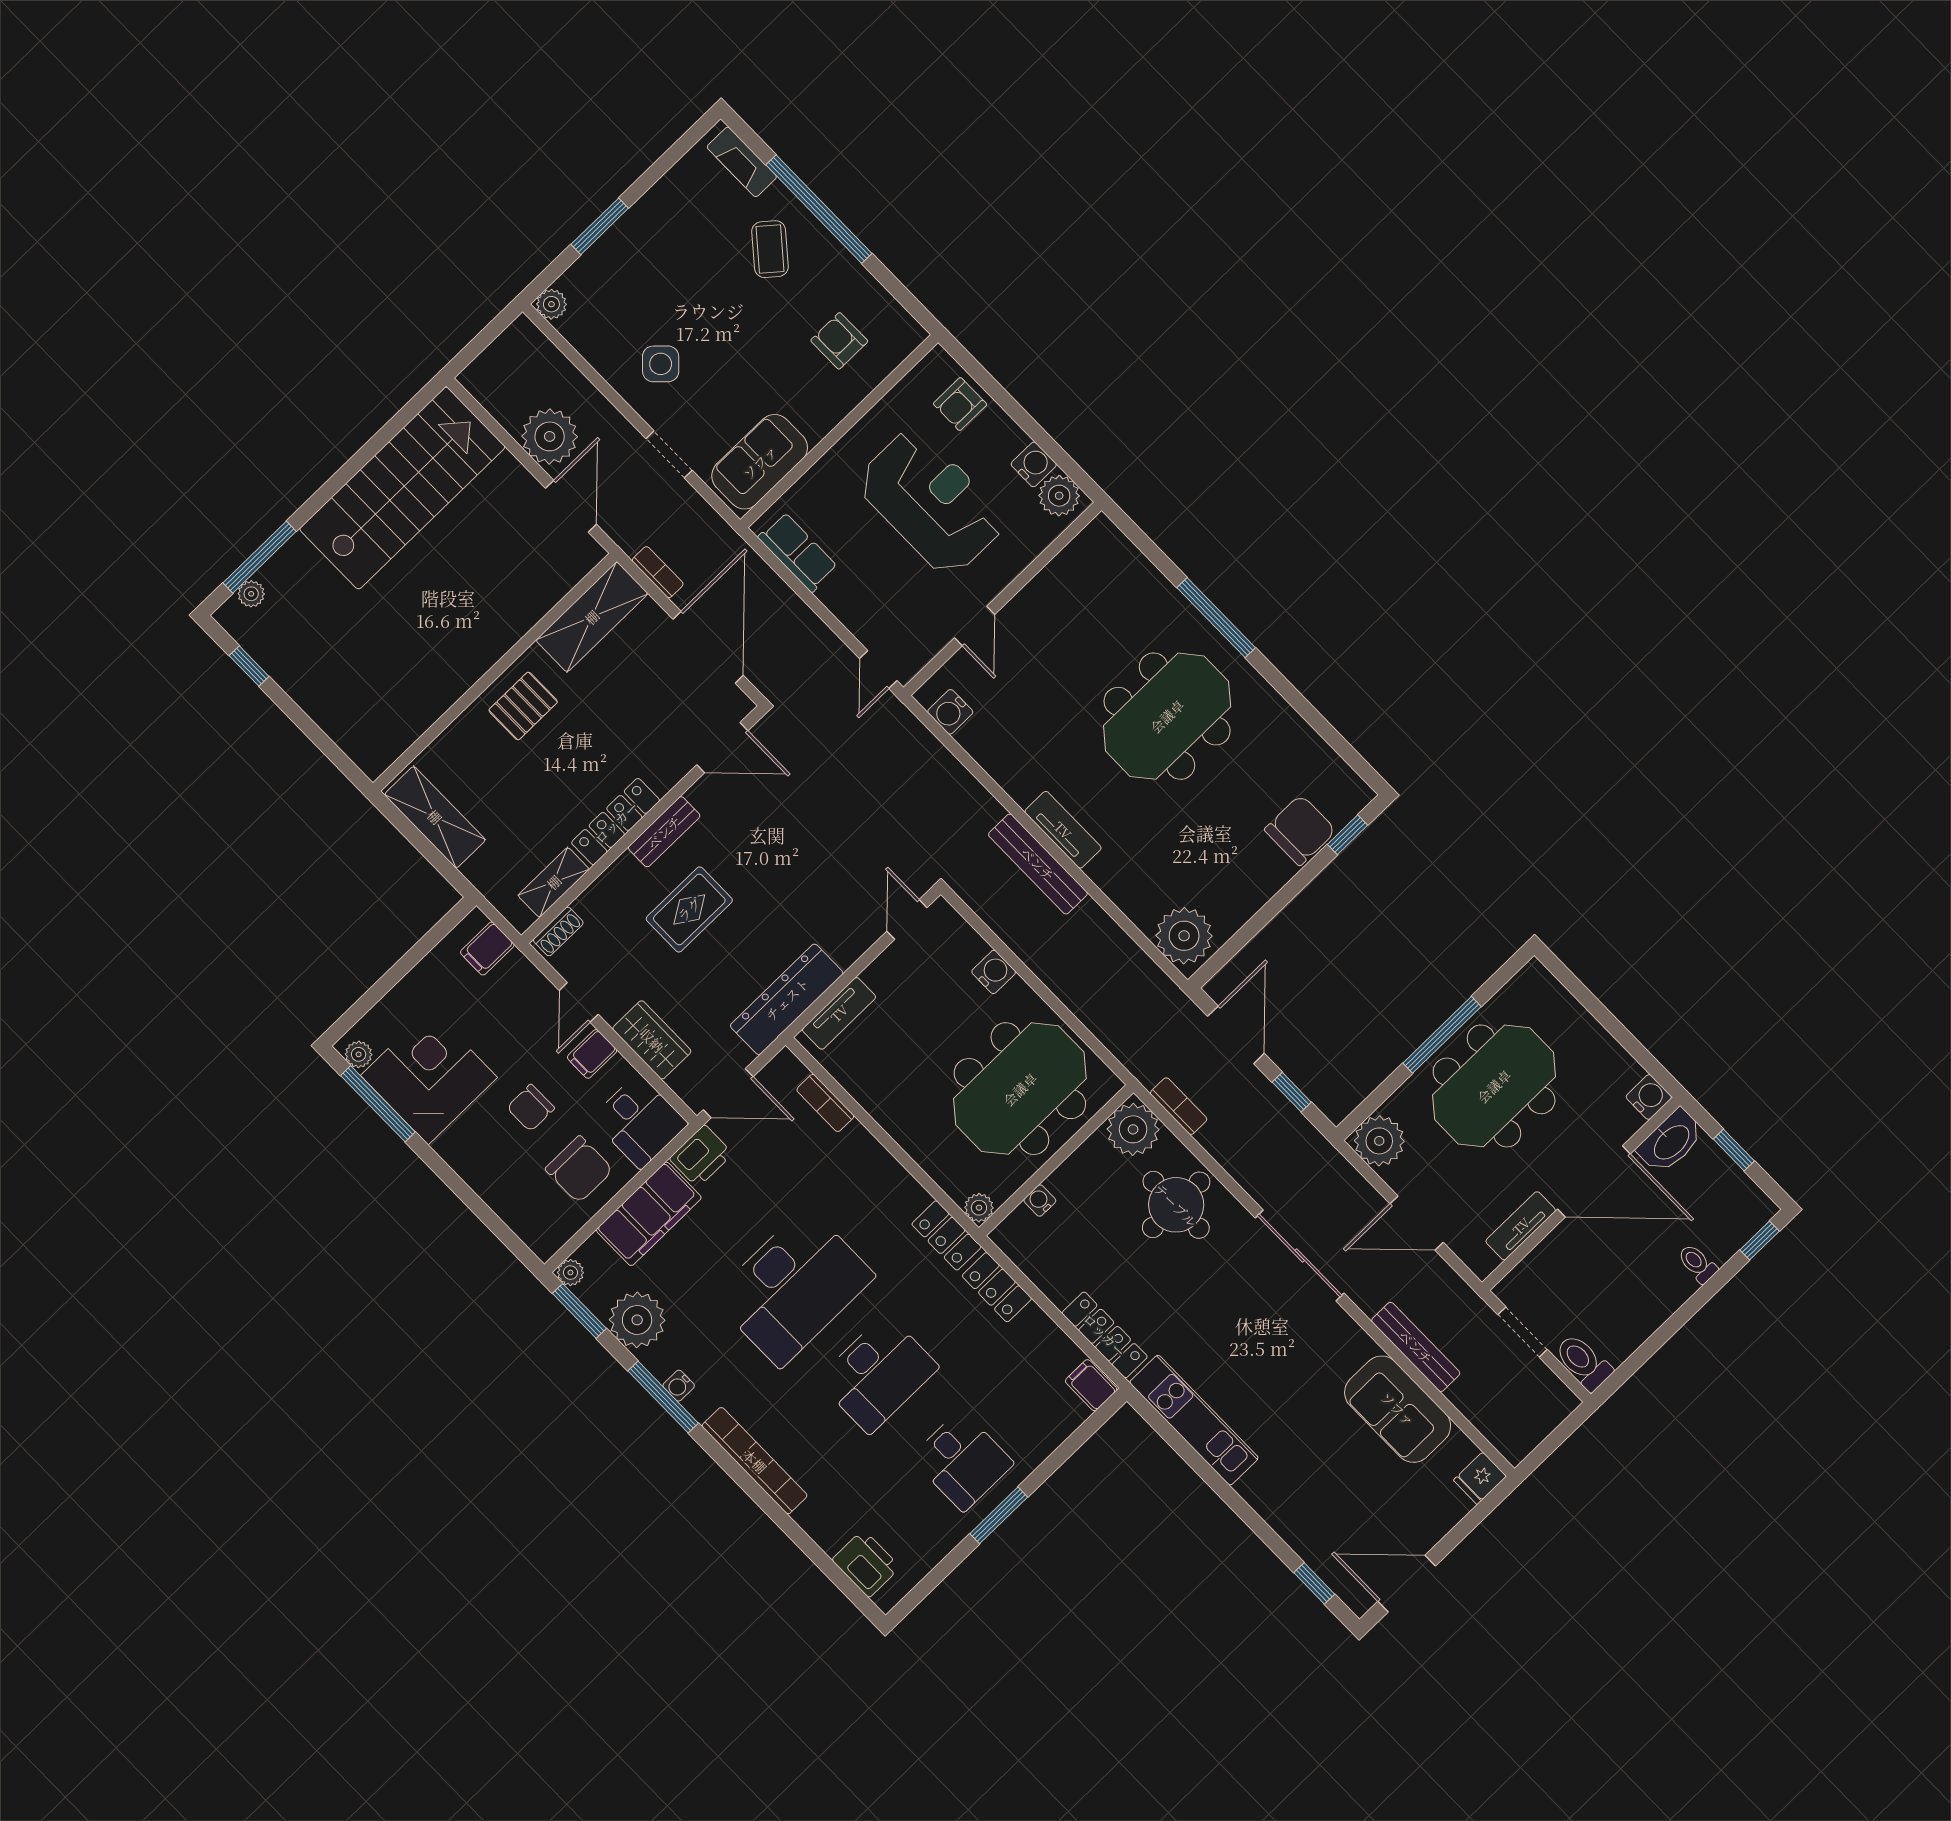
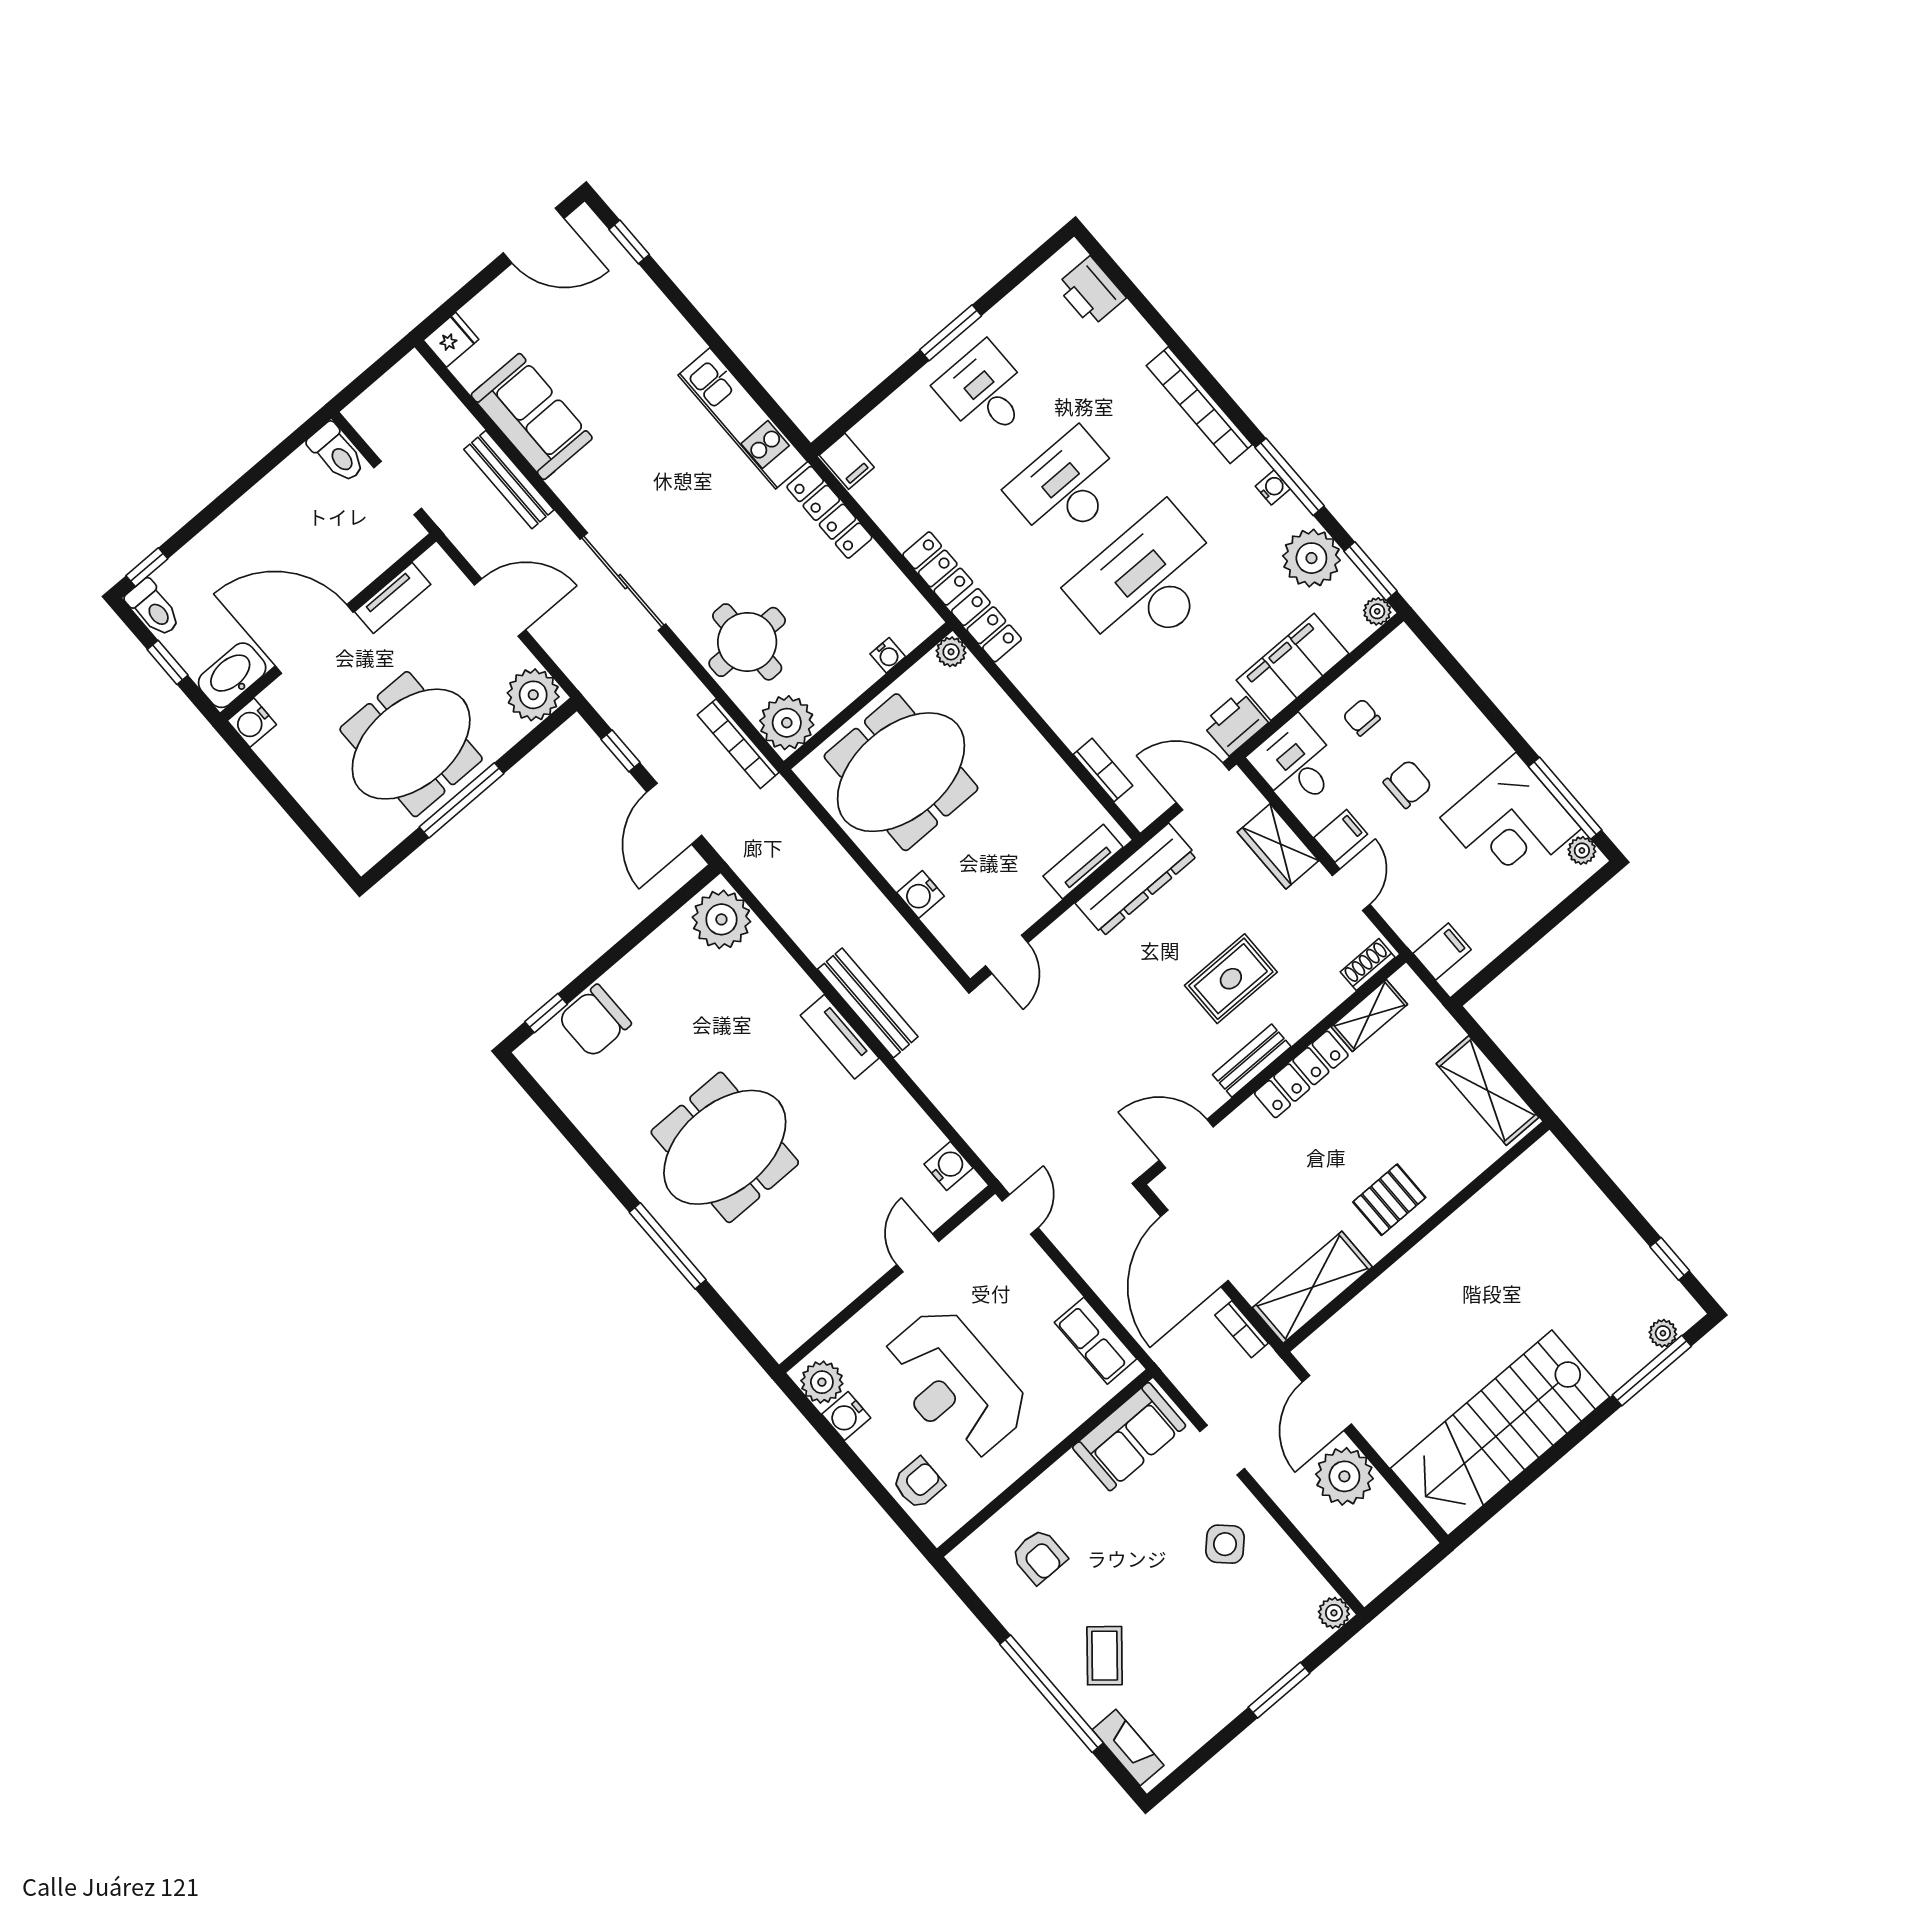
bookcase: (1179, 1106) -> (738, 744), width x1.56
chair: (579, 1169) -> (1362, 717), width x0.54, depth x0.54
toilet: (1697, 1264) -> (153, 608), moved, width x1.37, depth x1.39

